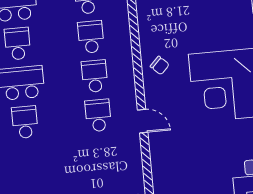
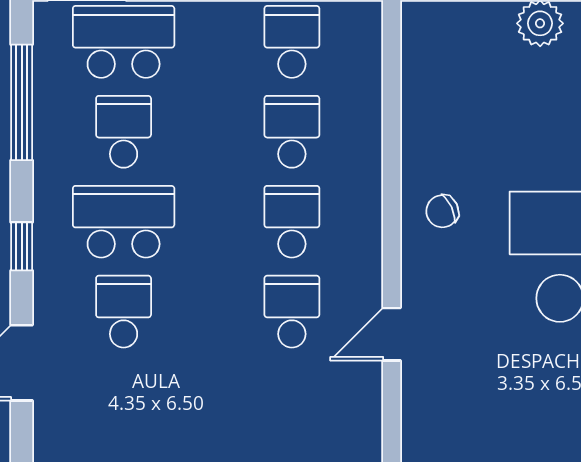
chair: (160, 65) -> (442, 211), turned 111
door: (143, 121) -> (392, 334), swing flipped

